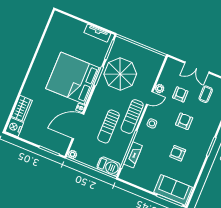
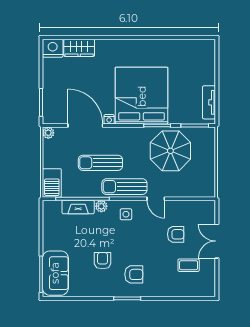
plant: (160, 89) -> (101, 206), moved
armchair: (184, 121) -> (134, 274), moved

